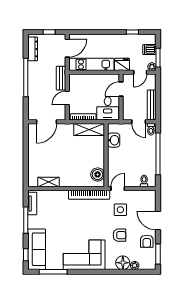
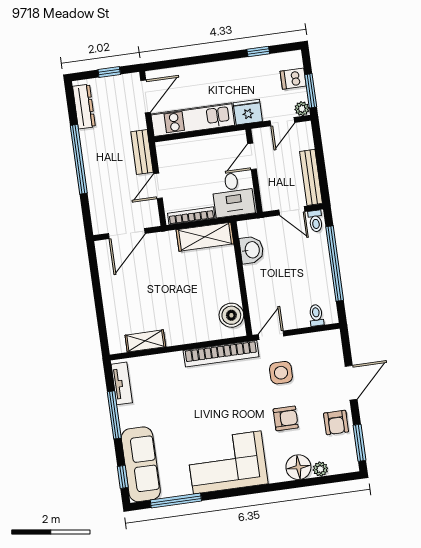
door: (158, 221) -> (351, 383), swing flipped

